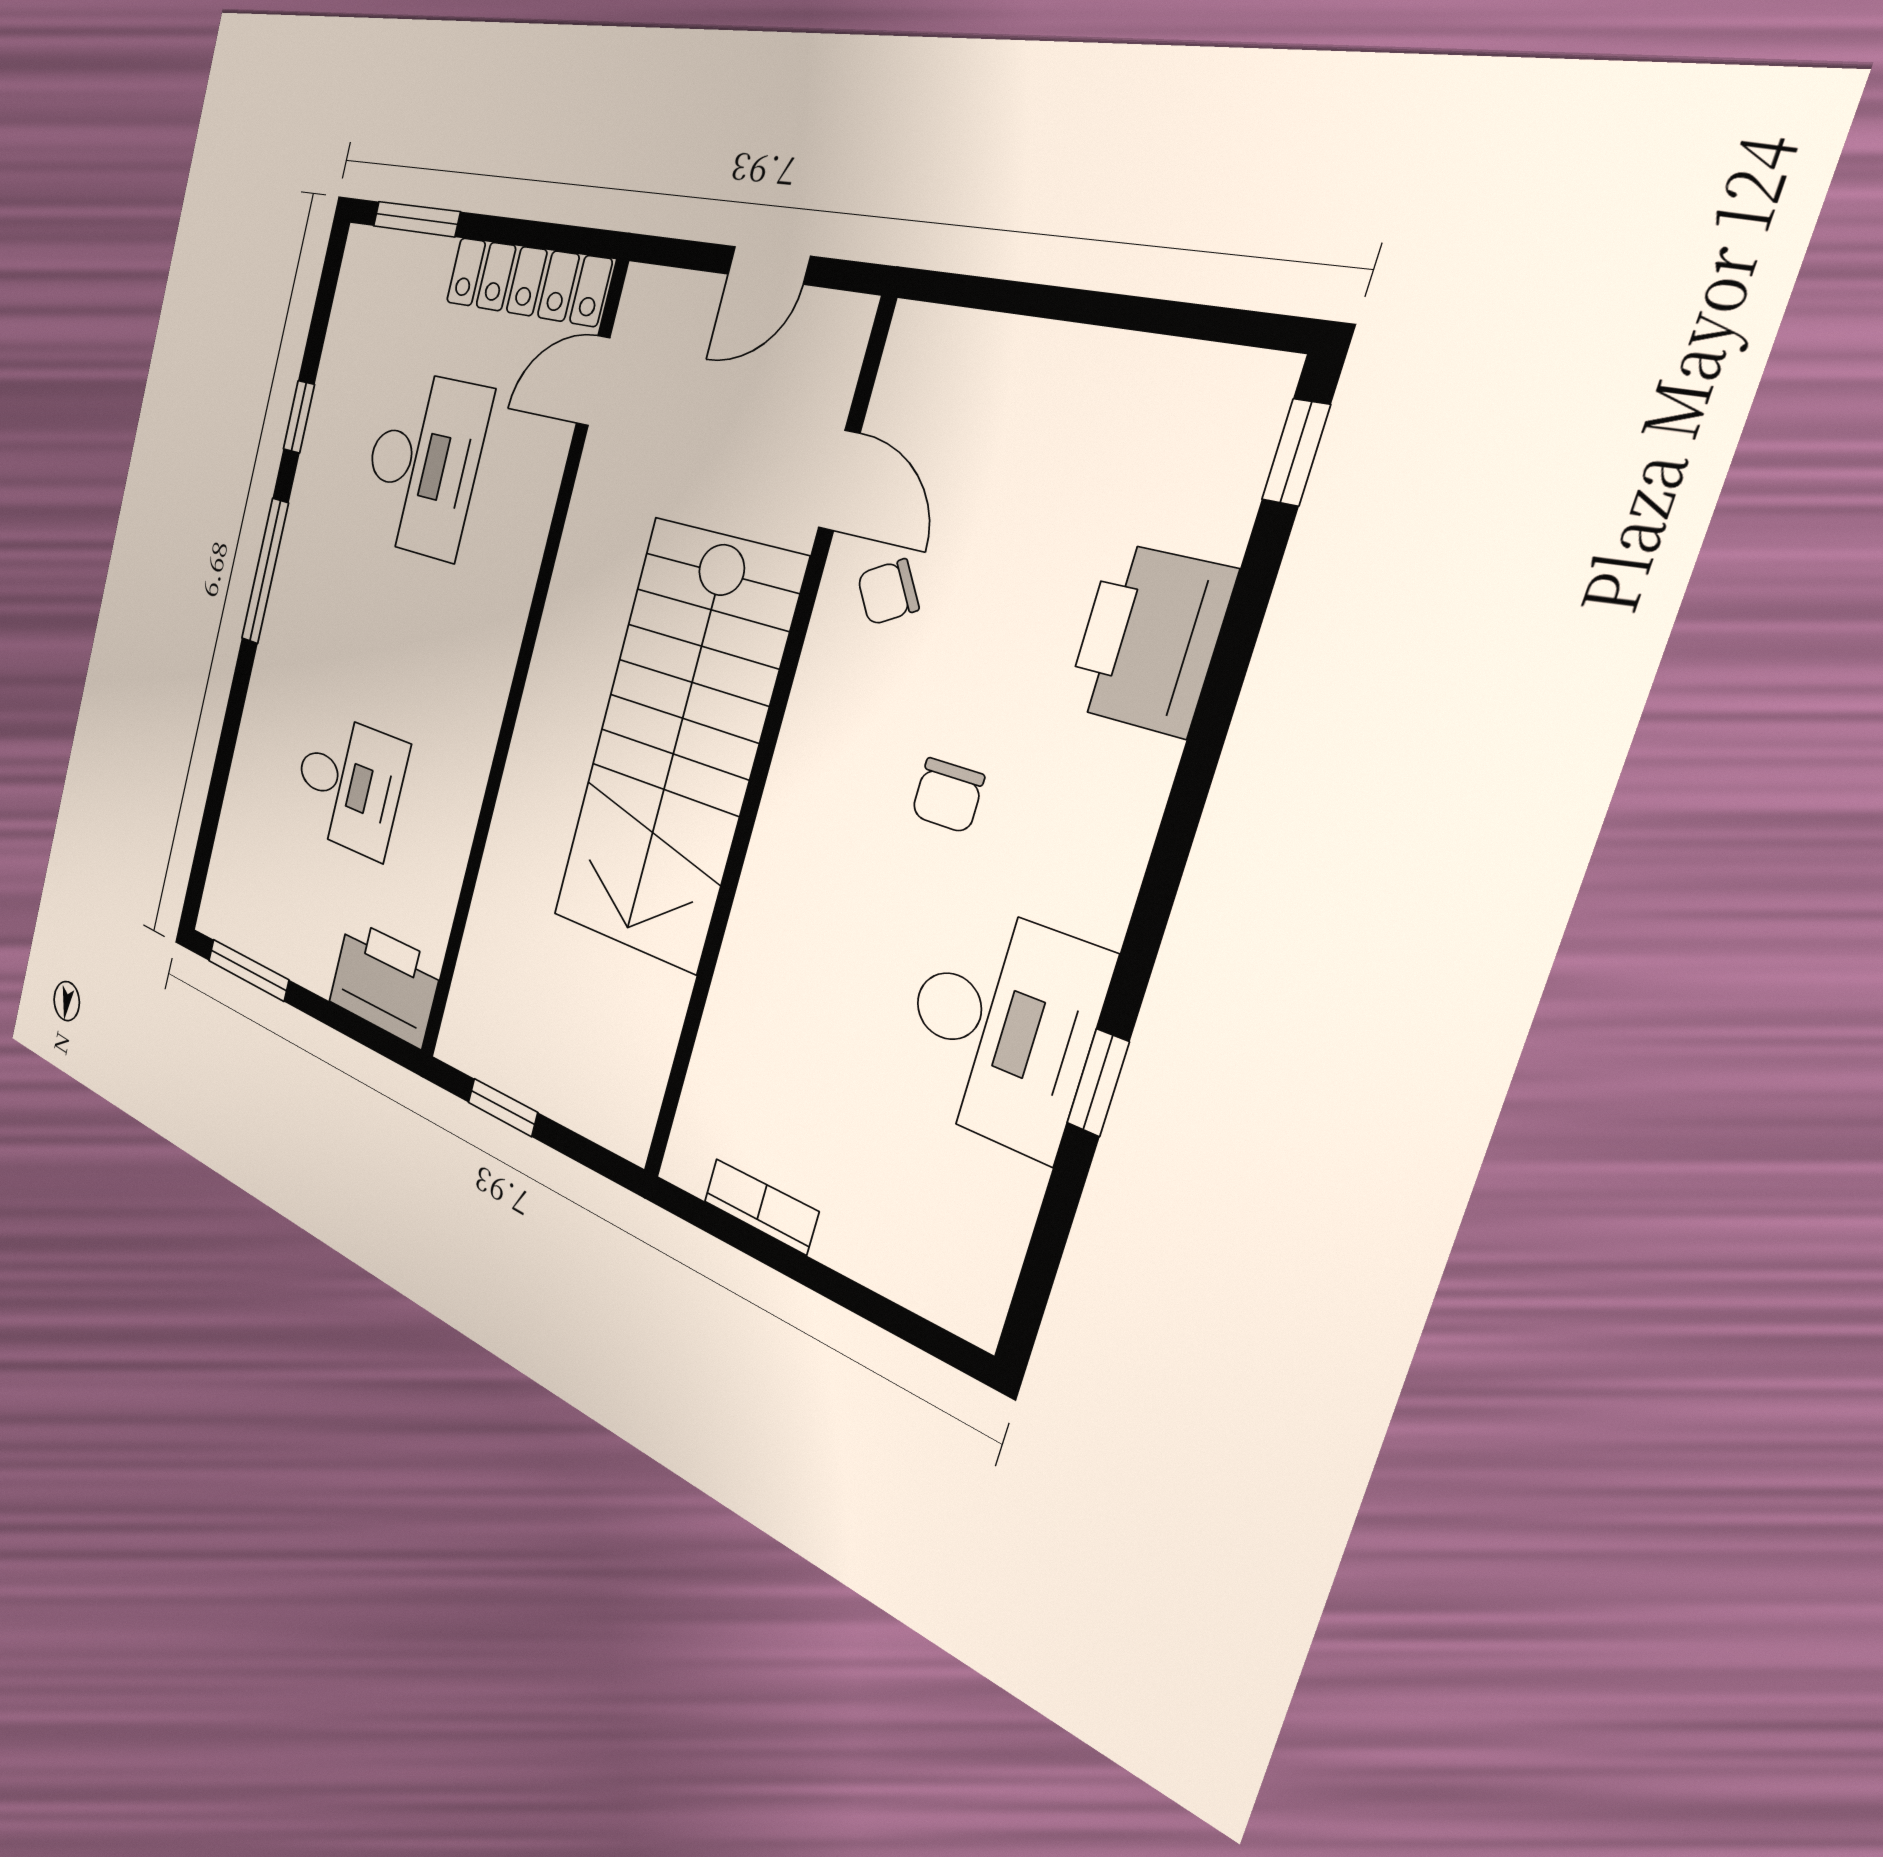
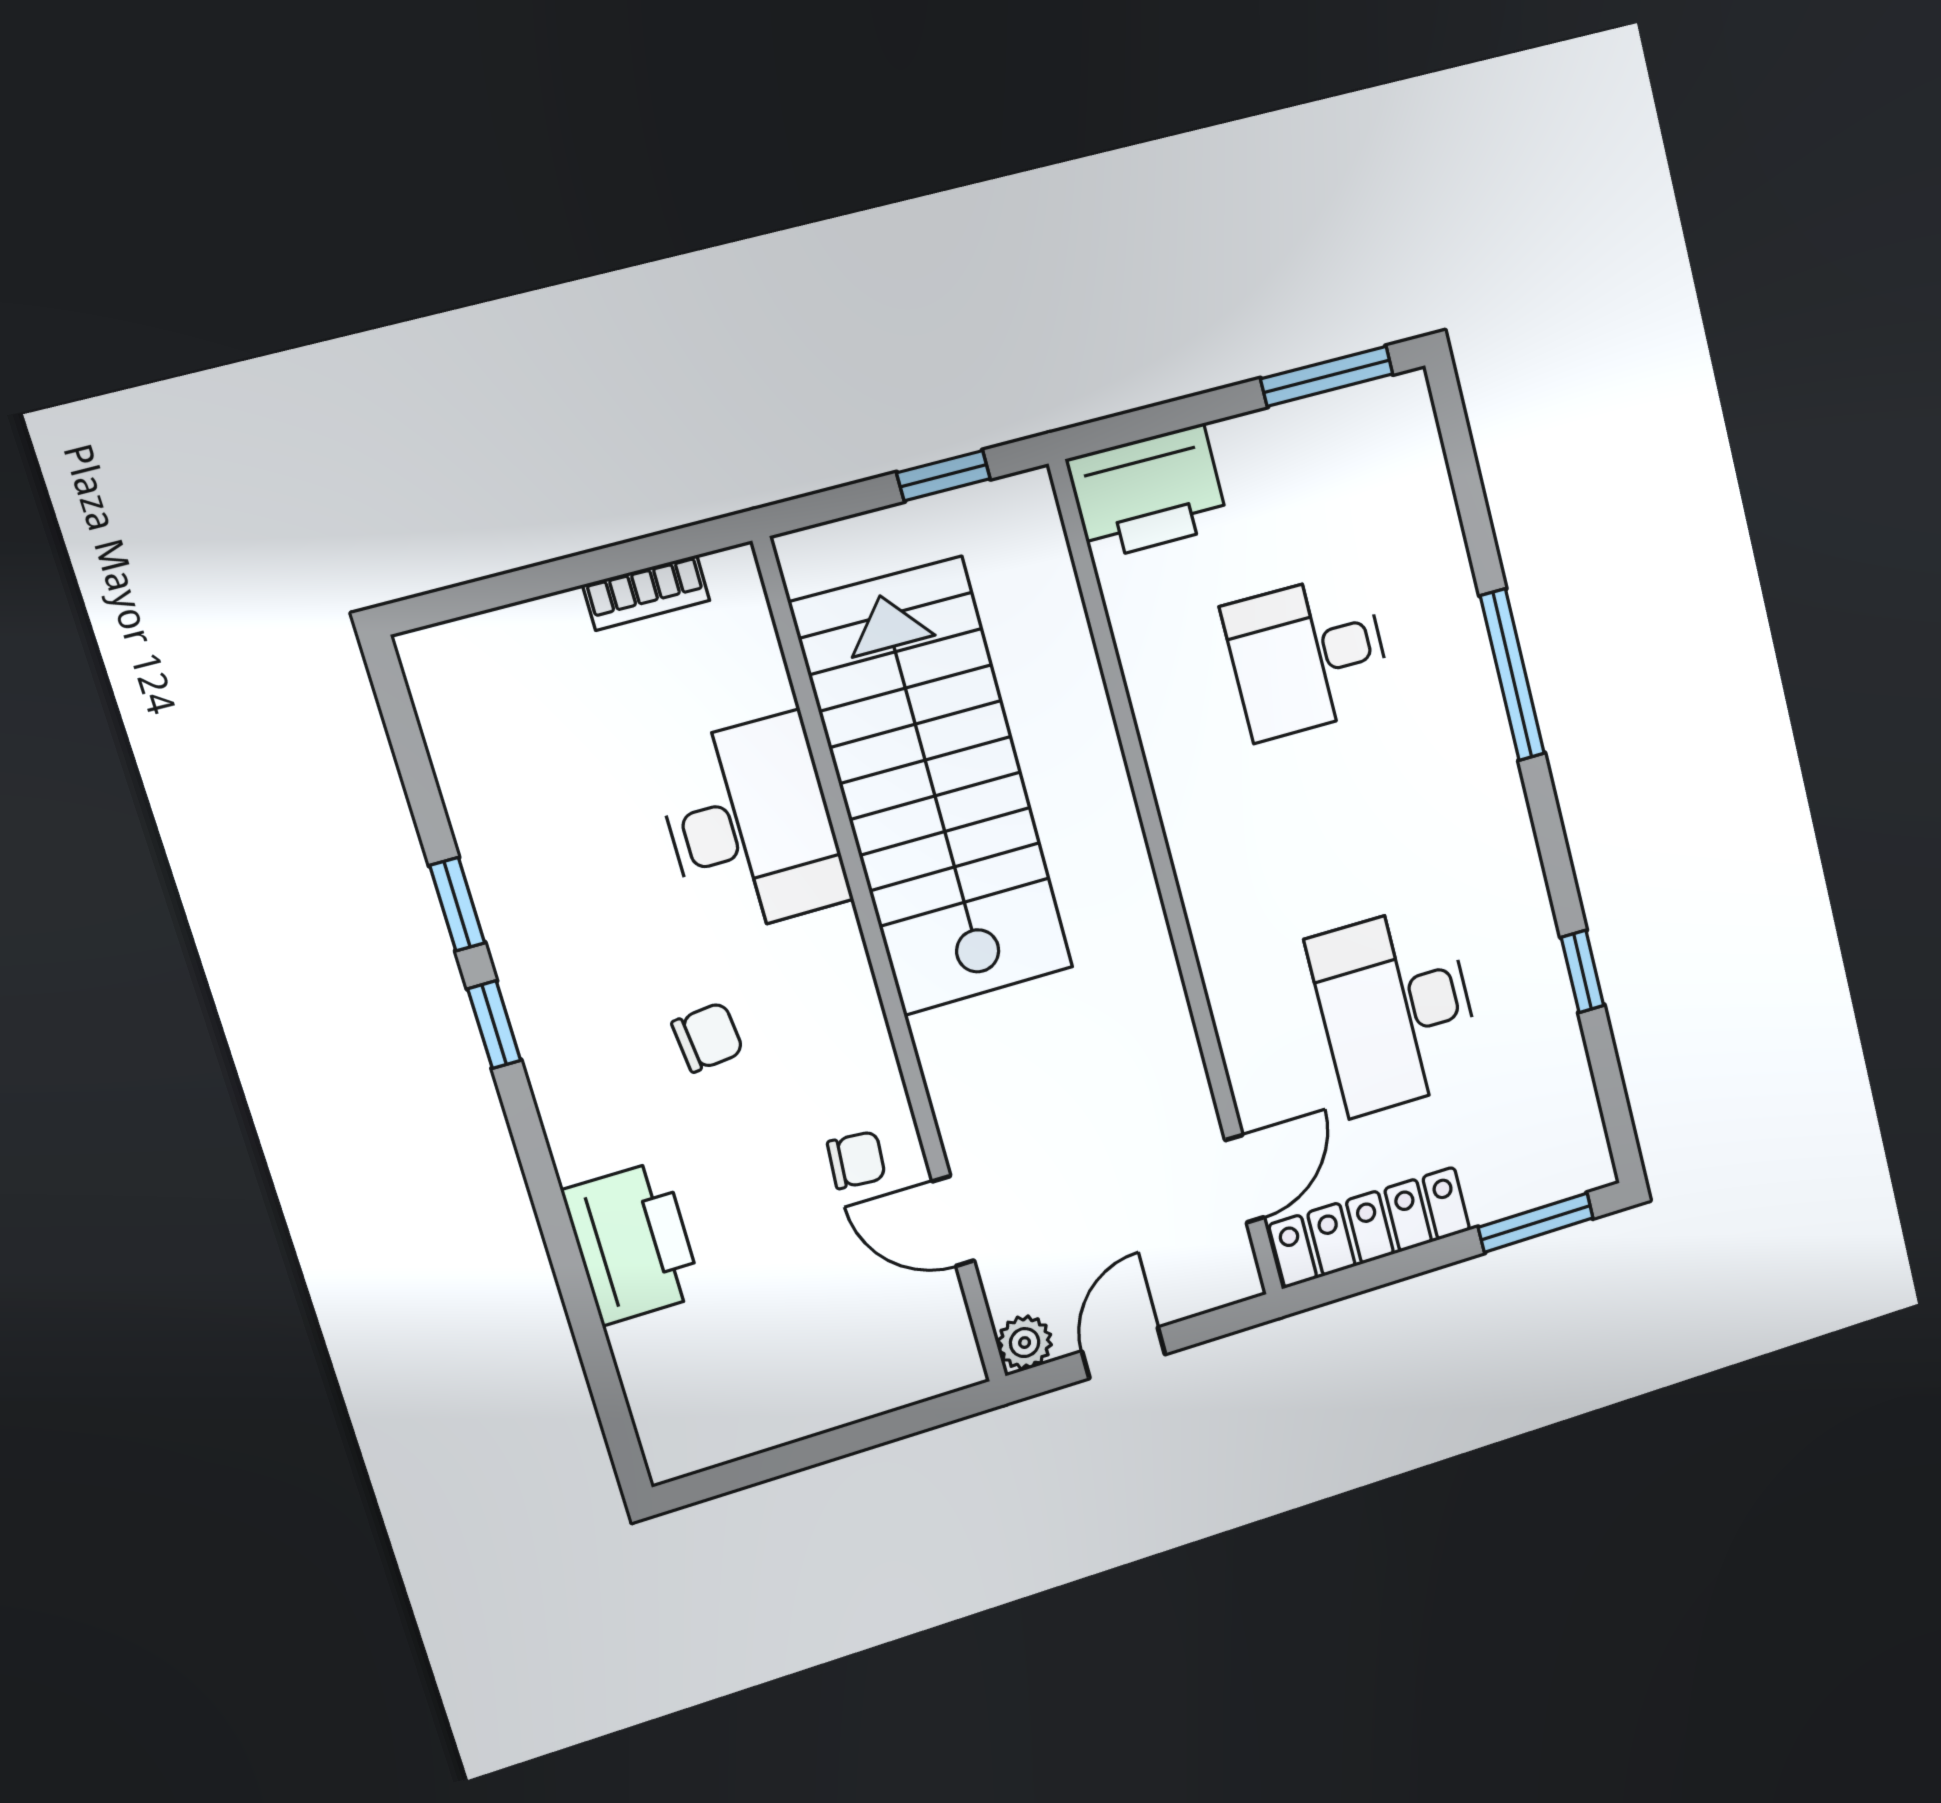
plant: (845, 322) -> (1025, 1343), added
window: (1296, 452) -> (494, 1025), moved
window: (265, 571) -> (1512, 675), moved
chair: (888, 592) -> (856, 1160), turned 35
stairs: (676, 744) -> (933, 788), moved
chair: (948, 795) -> (708, 1037), turned 84
desk: (1000, 1027) -> (751, 825), moved, turned 180

